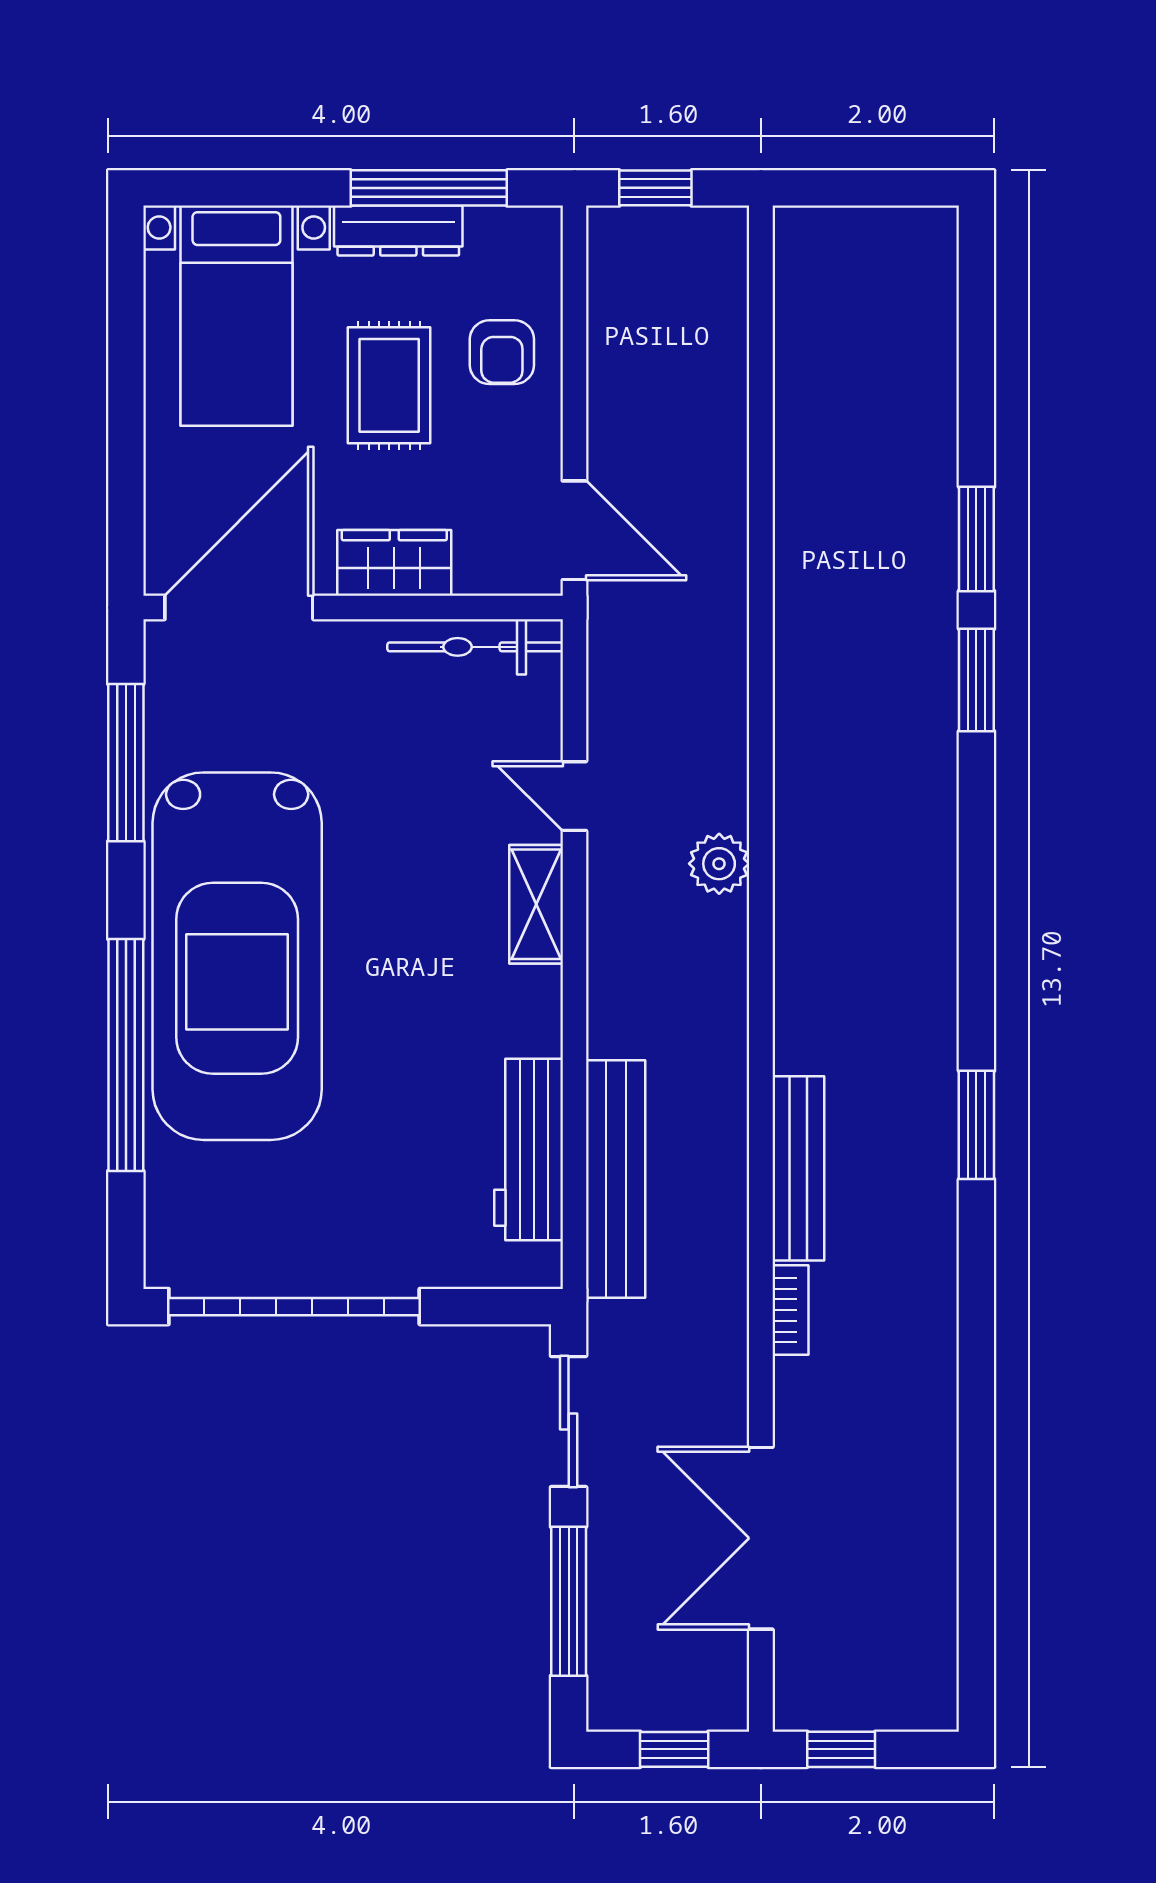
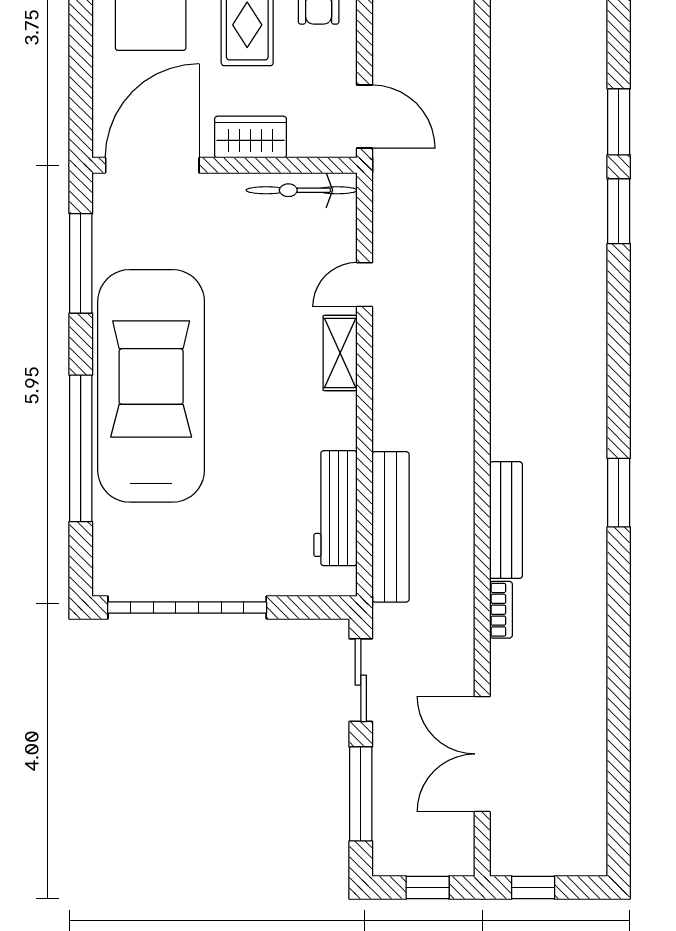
door: (574, 796) -> (364, 285), hinge flipped
plant: (719, 864) -> (456, 327), removed
car: (237, 956) -> (151, 386), turned 180

